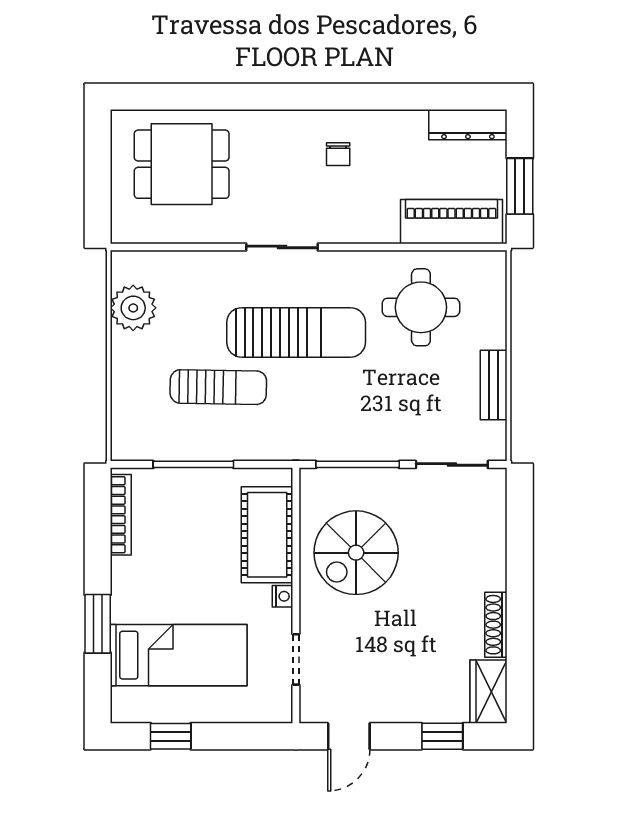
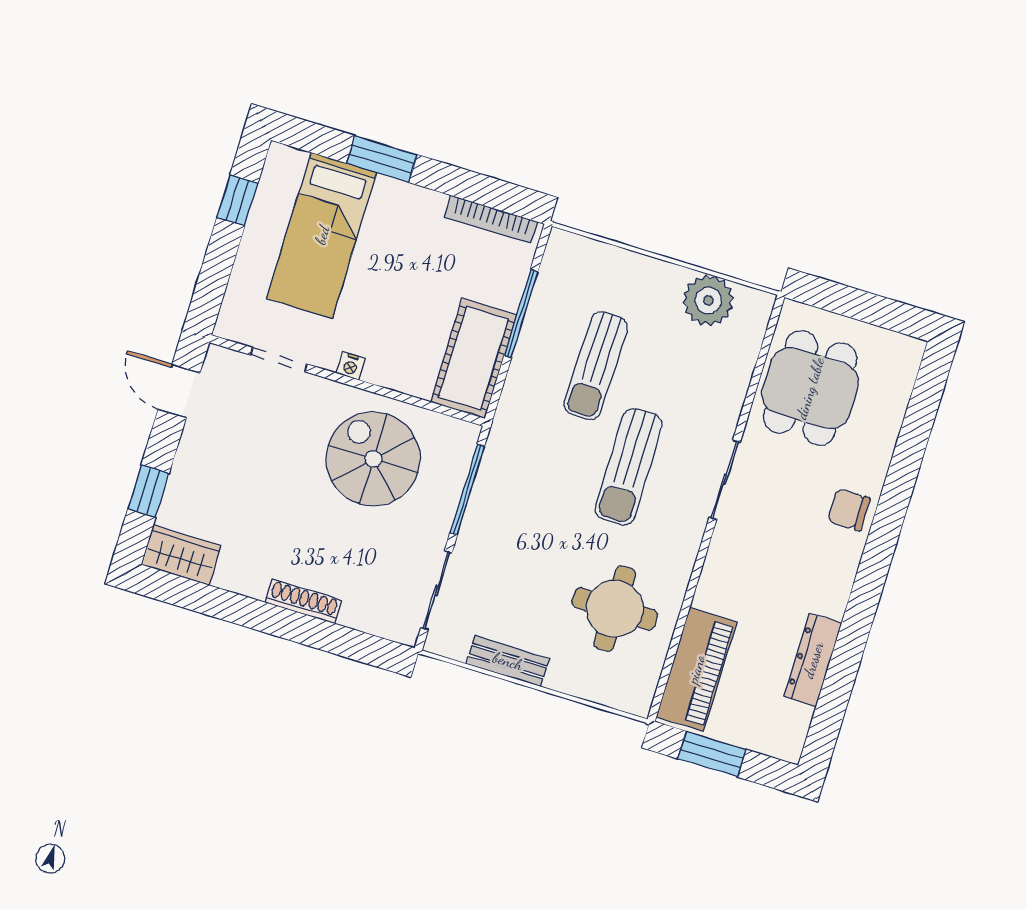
dresser: (468, 125) -> (813, 660), moved
chair: (338, 154) -> (849, 510), moved, width x1.37, depth x1.37
dining table: (182, 164) -> (810, 388), moved
sun lounger: (296, 332) -> (629, 467), width x0.73, depth x0.75
cot: (267, 535) -> (474, 358), moved, turned 90
shoe rack: (496, 625) -> (303, 601), moved

